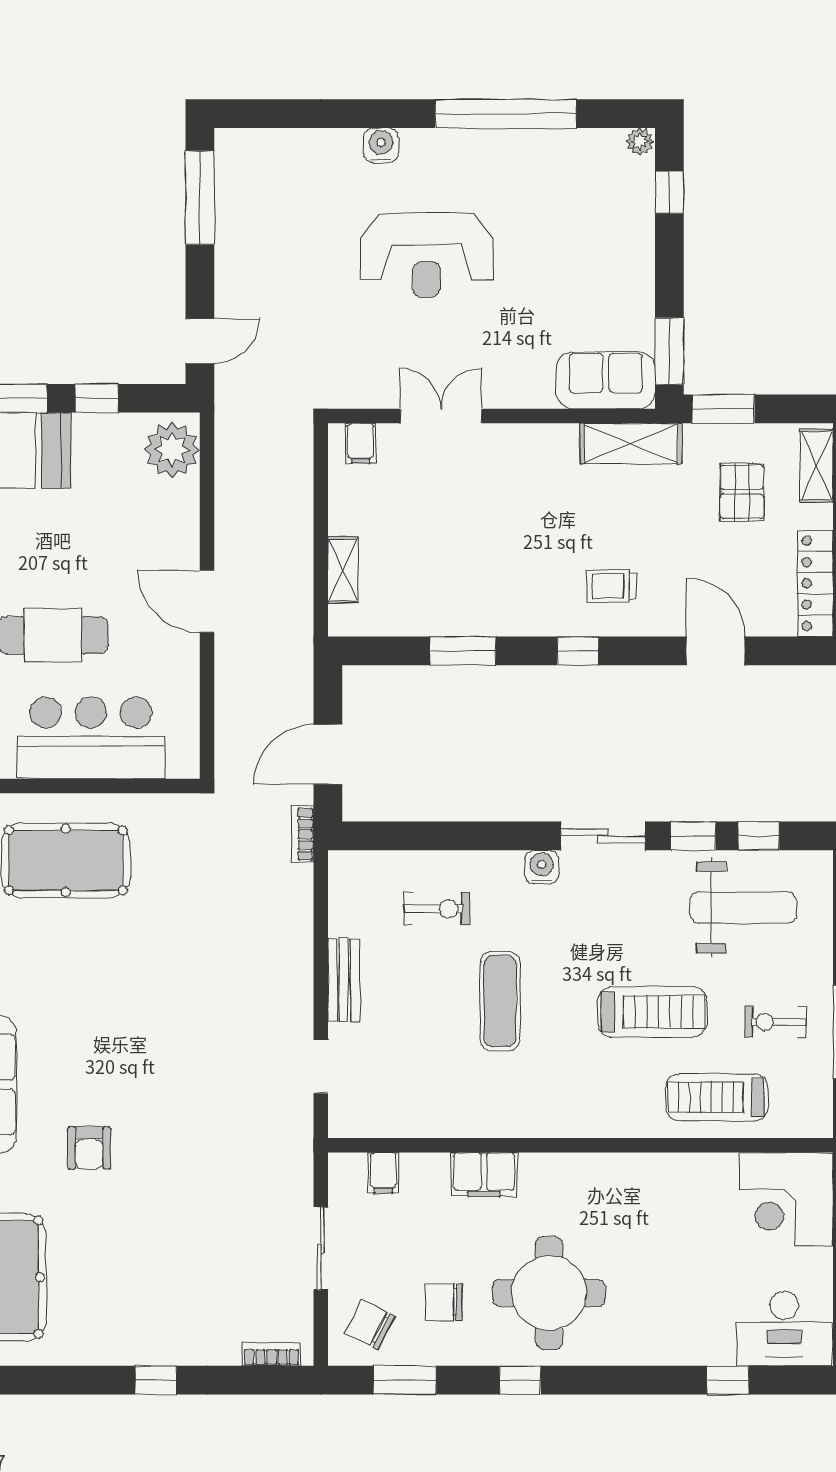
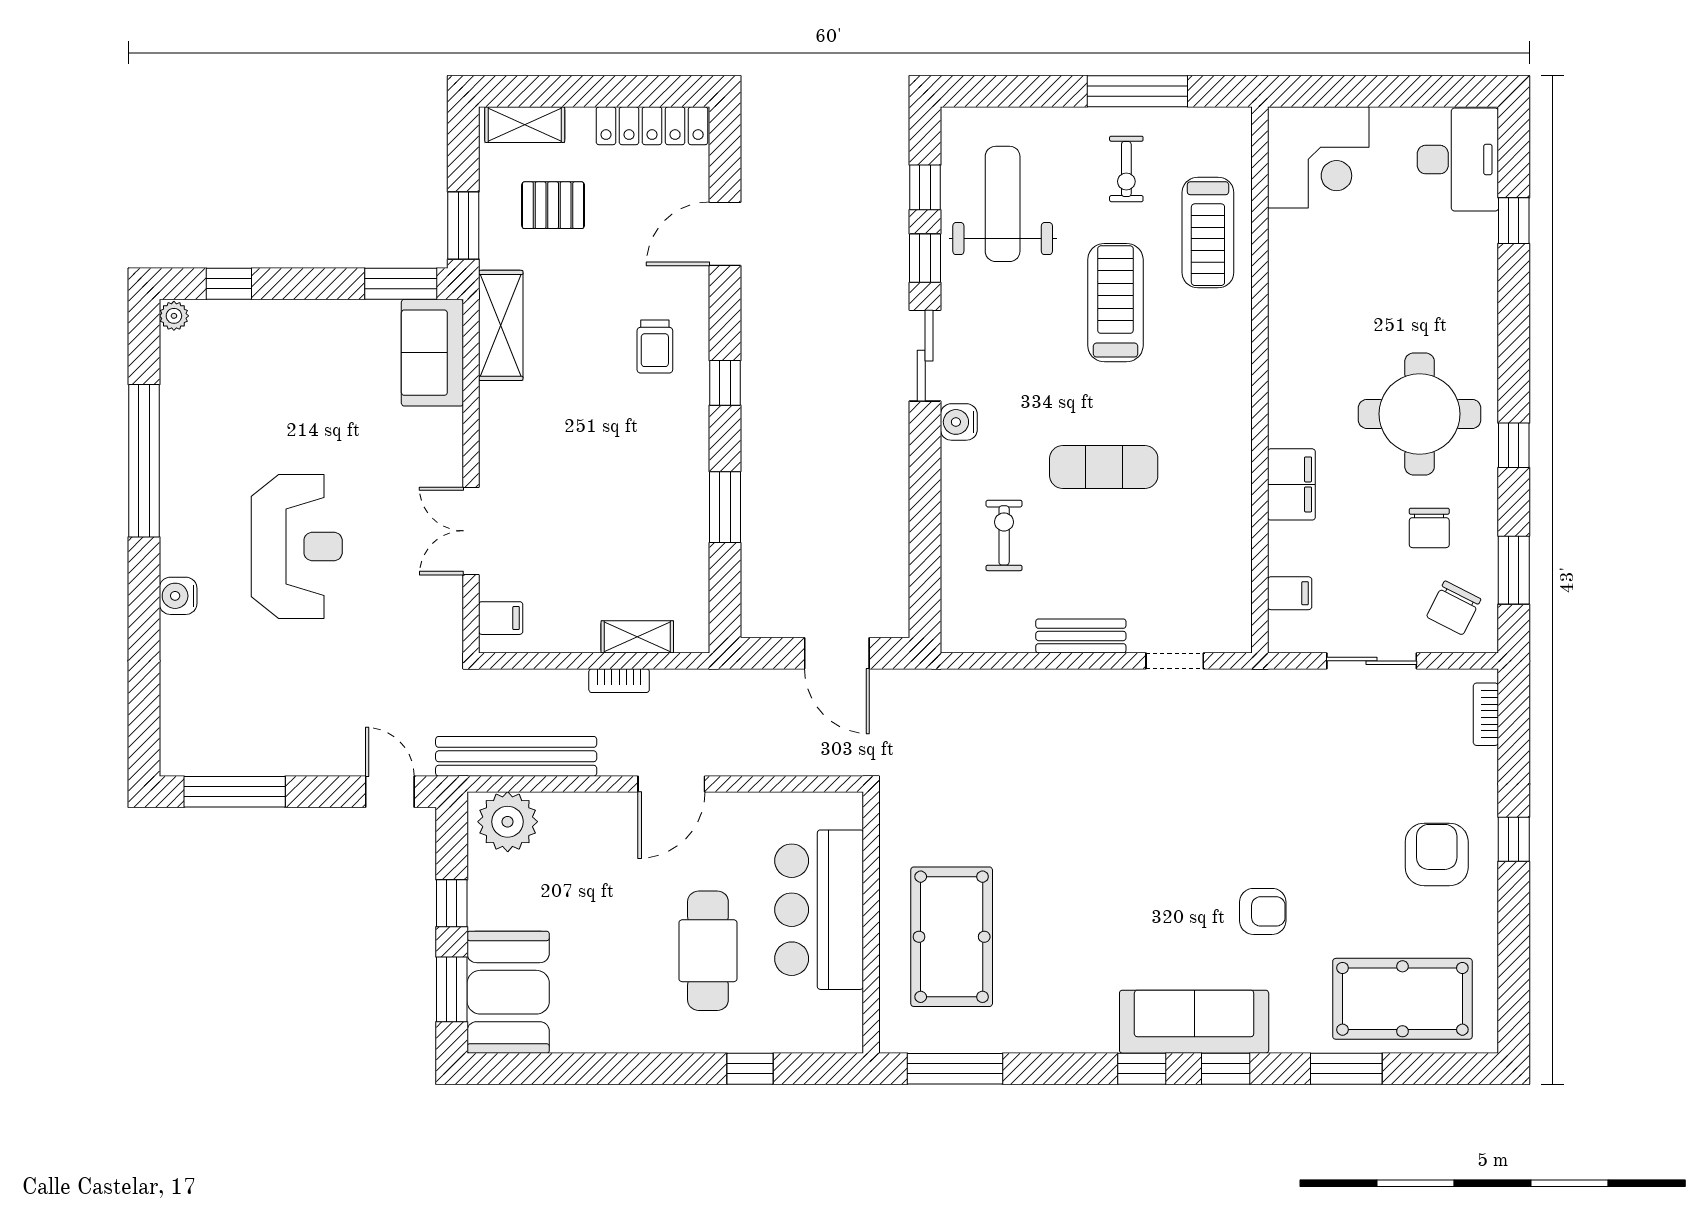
bench: (233, 458) -> (516, 756), added
bookcase: (303, 834) -> (619, 681), moved
armchair: (142, 1309) -> (1437, 854), added

